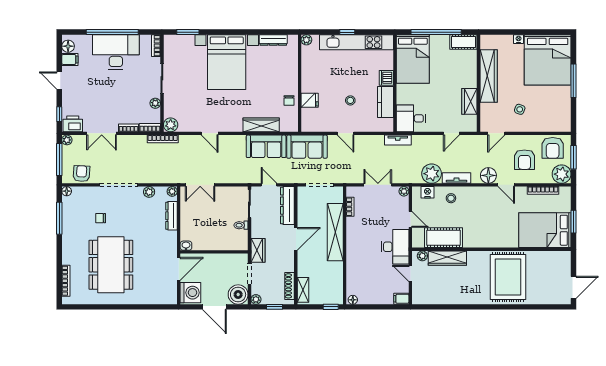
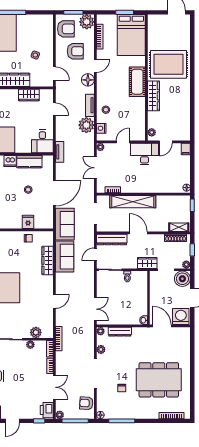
plant: (171, 125) -> (36, 332), moved
door: (346, 133) -> (54, 193), width x1.87
cot: (444, 238) -> (137, 82), moved
wardrobe: (447, 258) -> (154, 96), moved

